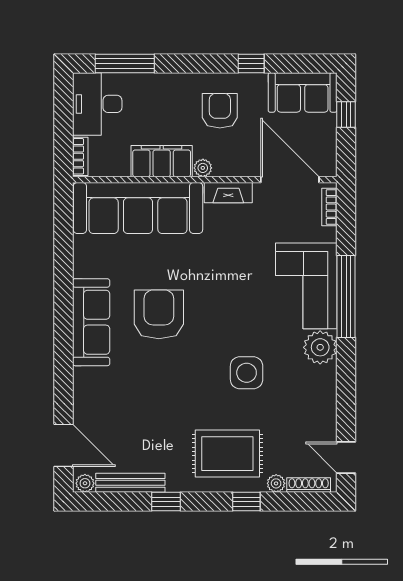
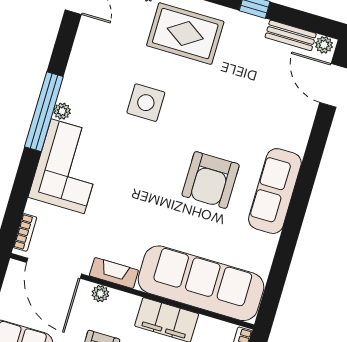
plant: (203, 168) -> (100, 294), moved
window: (346, 296) -> (44, 112), moved
plant: (320, 347) -> (62, 111), width x0.53, depth x0.53
bench: (130, 483) -> (291, 35), width x0.73

